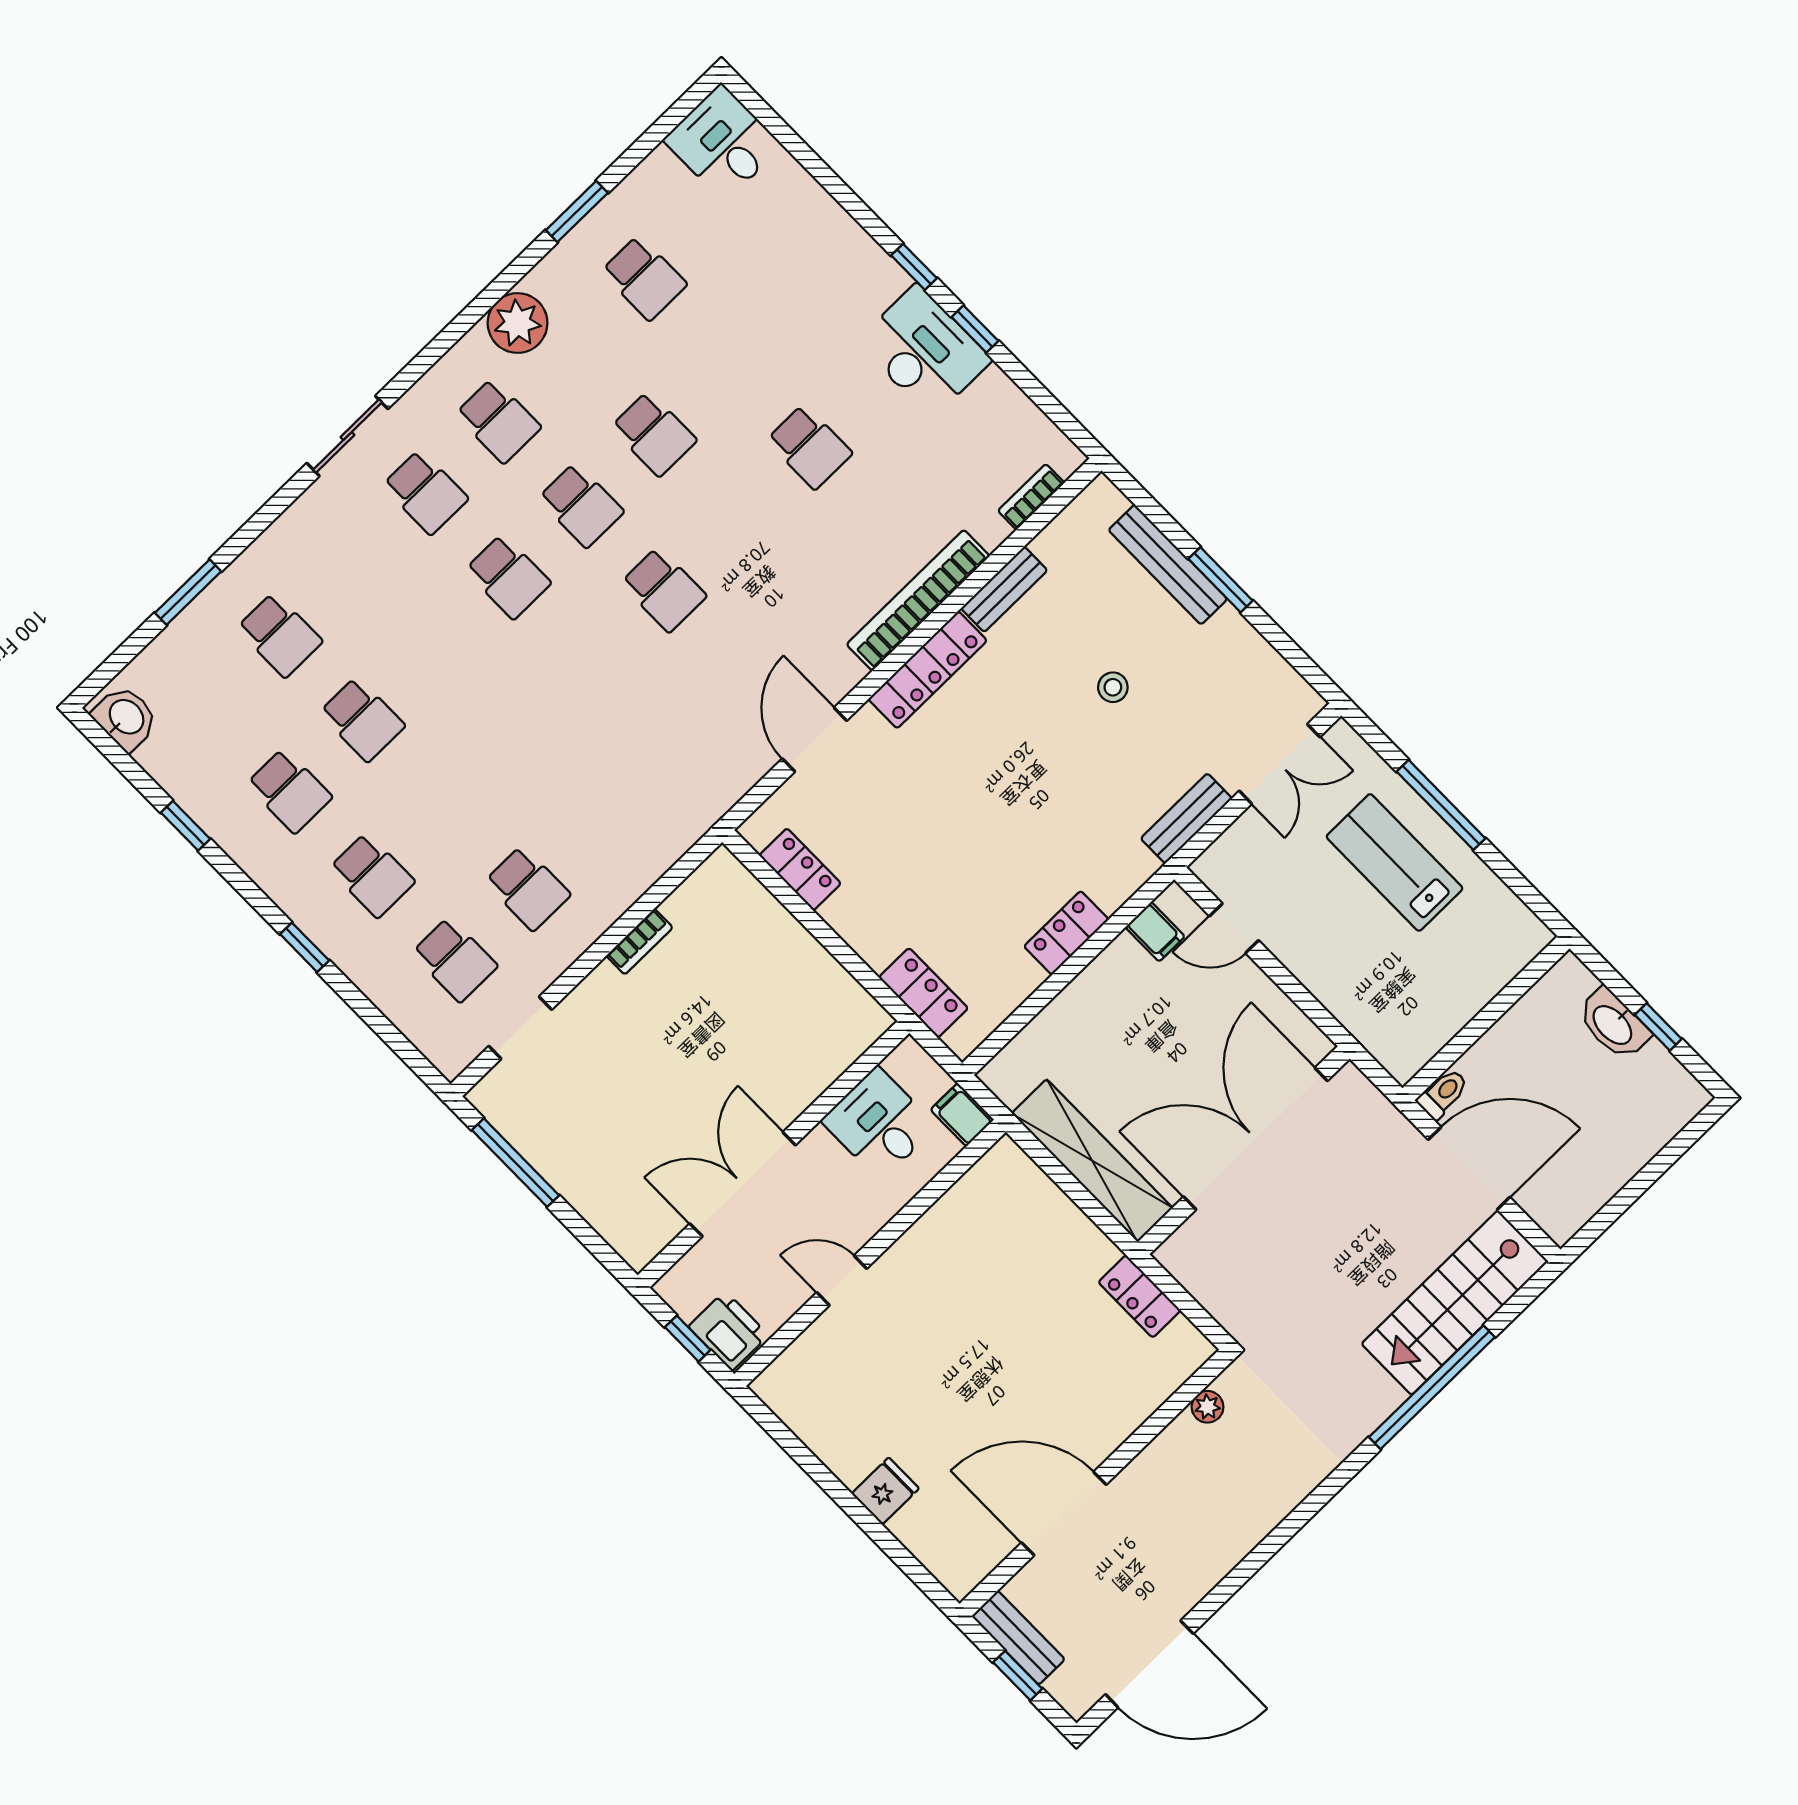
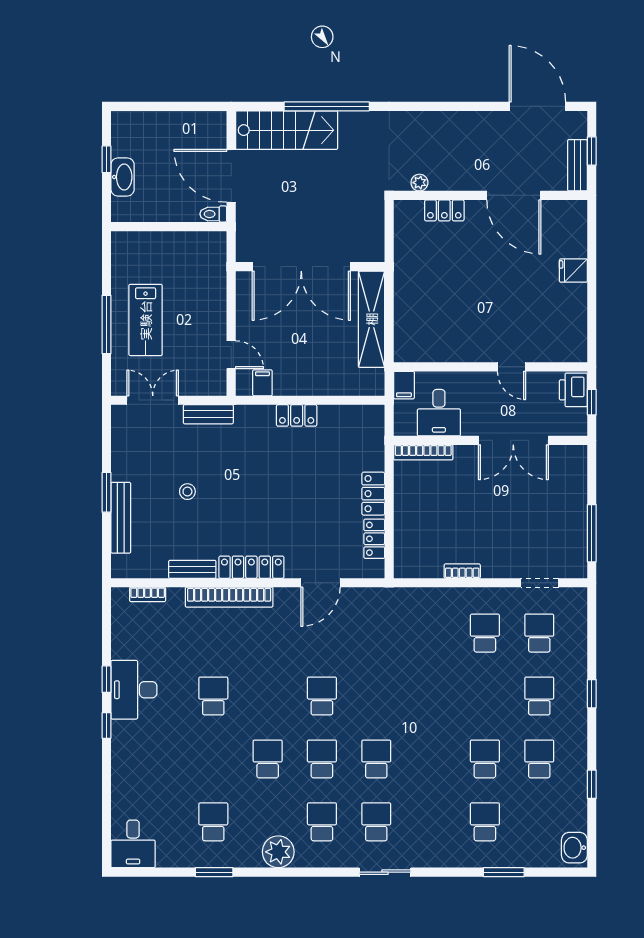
locker: (923, 993) -> (373, 494), moved
bookcase: (848, 1050) -> (423, 452), added
locker: (1139, 1296) -> (444, 210), moved, turned 90

